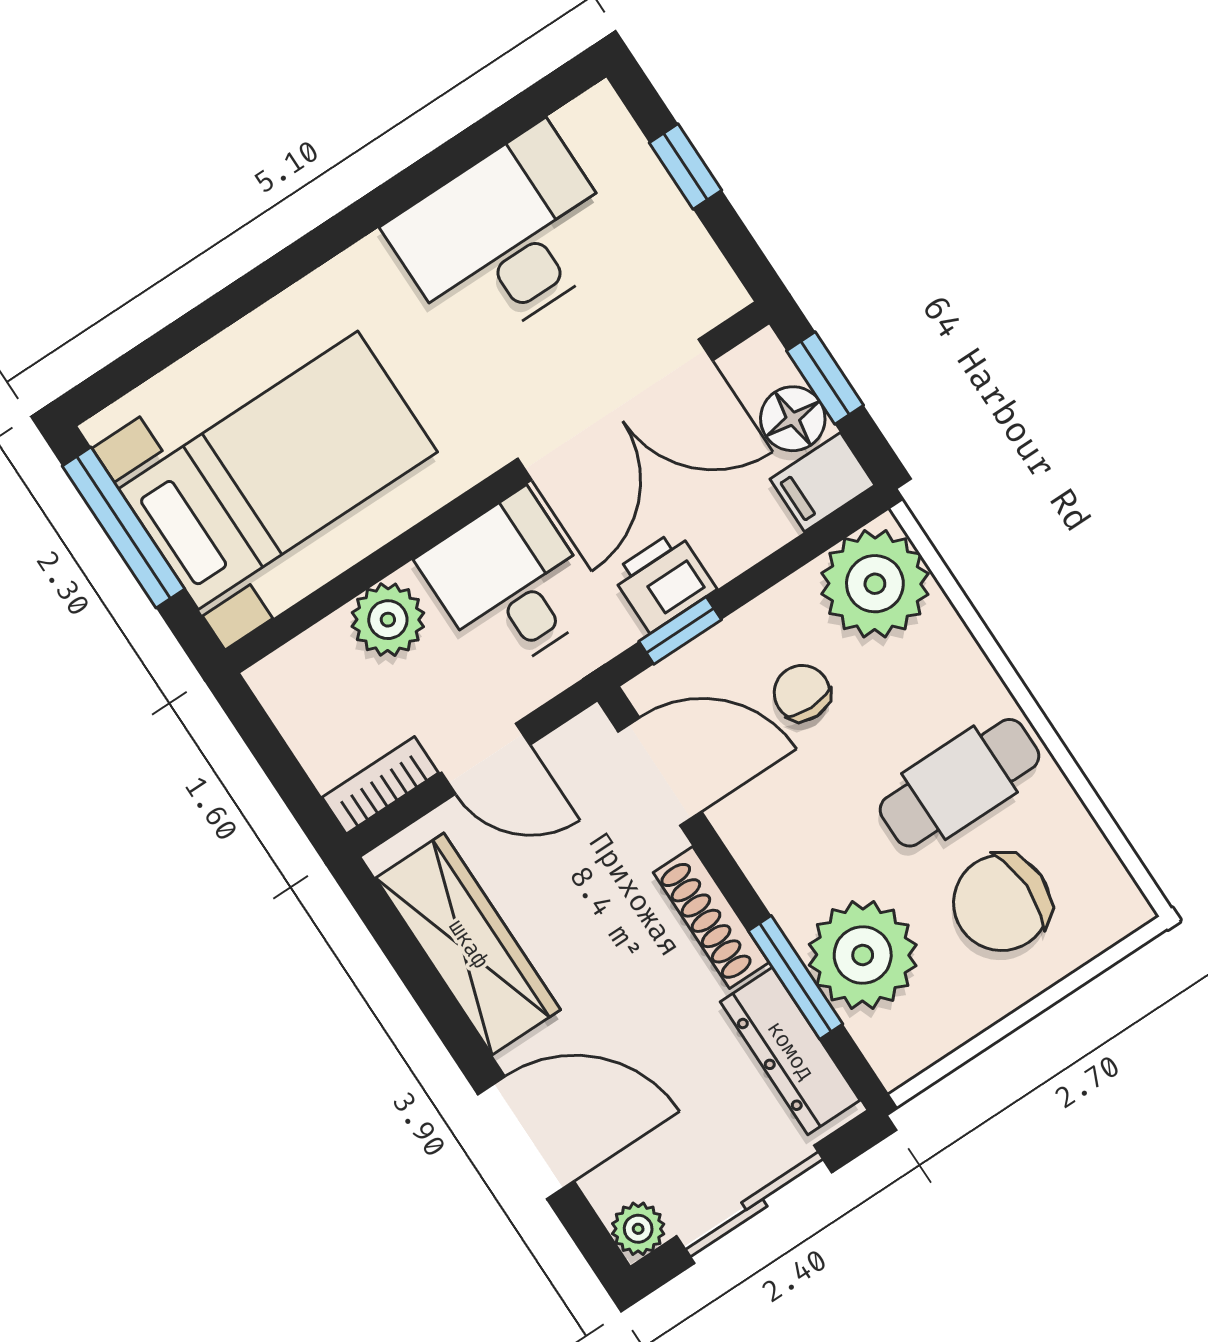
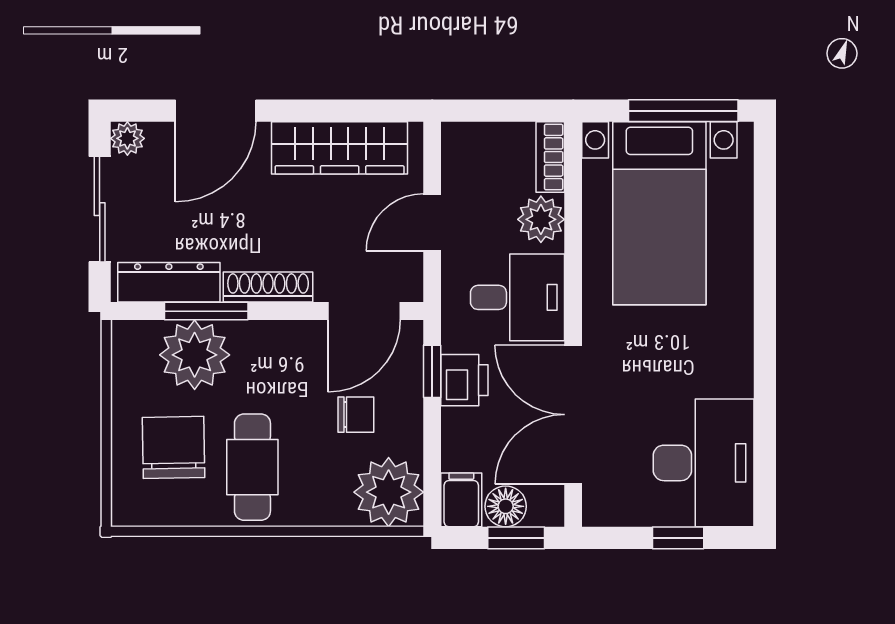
desk: (506, 238) -> (704, 463), moved
bookcase: (380, 785) -> (550, 157), moved, turned 180

